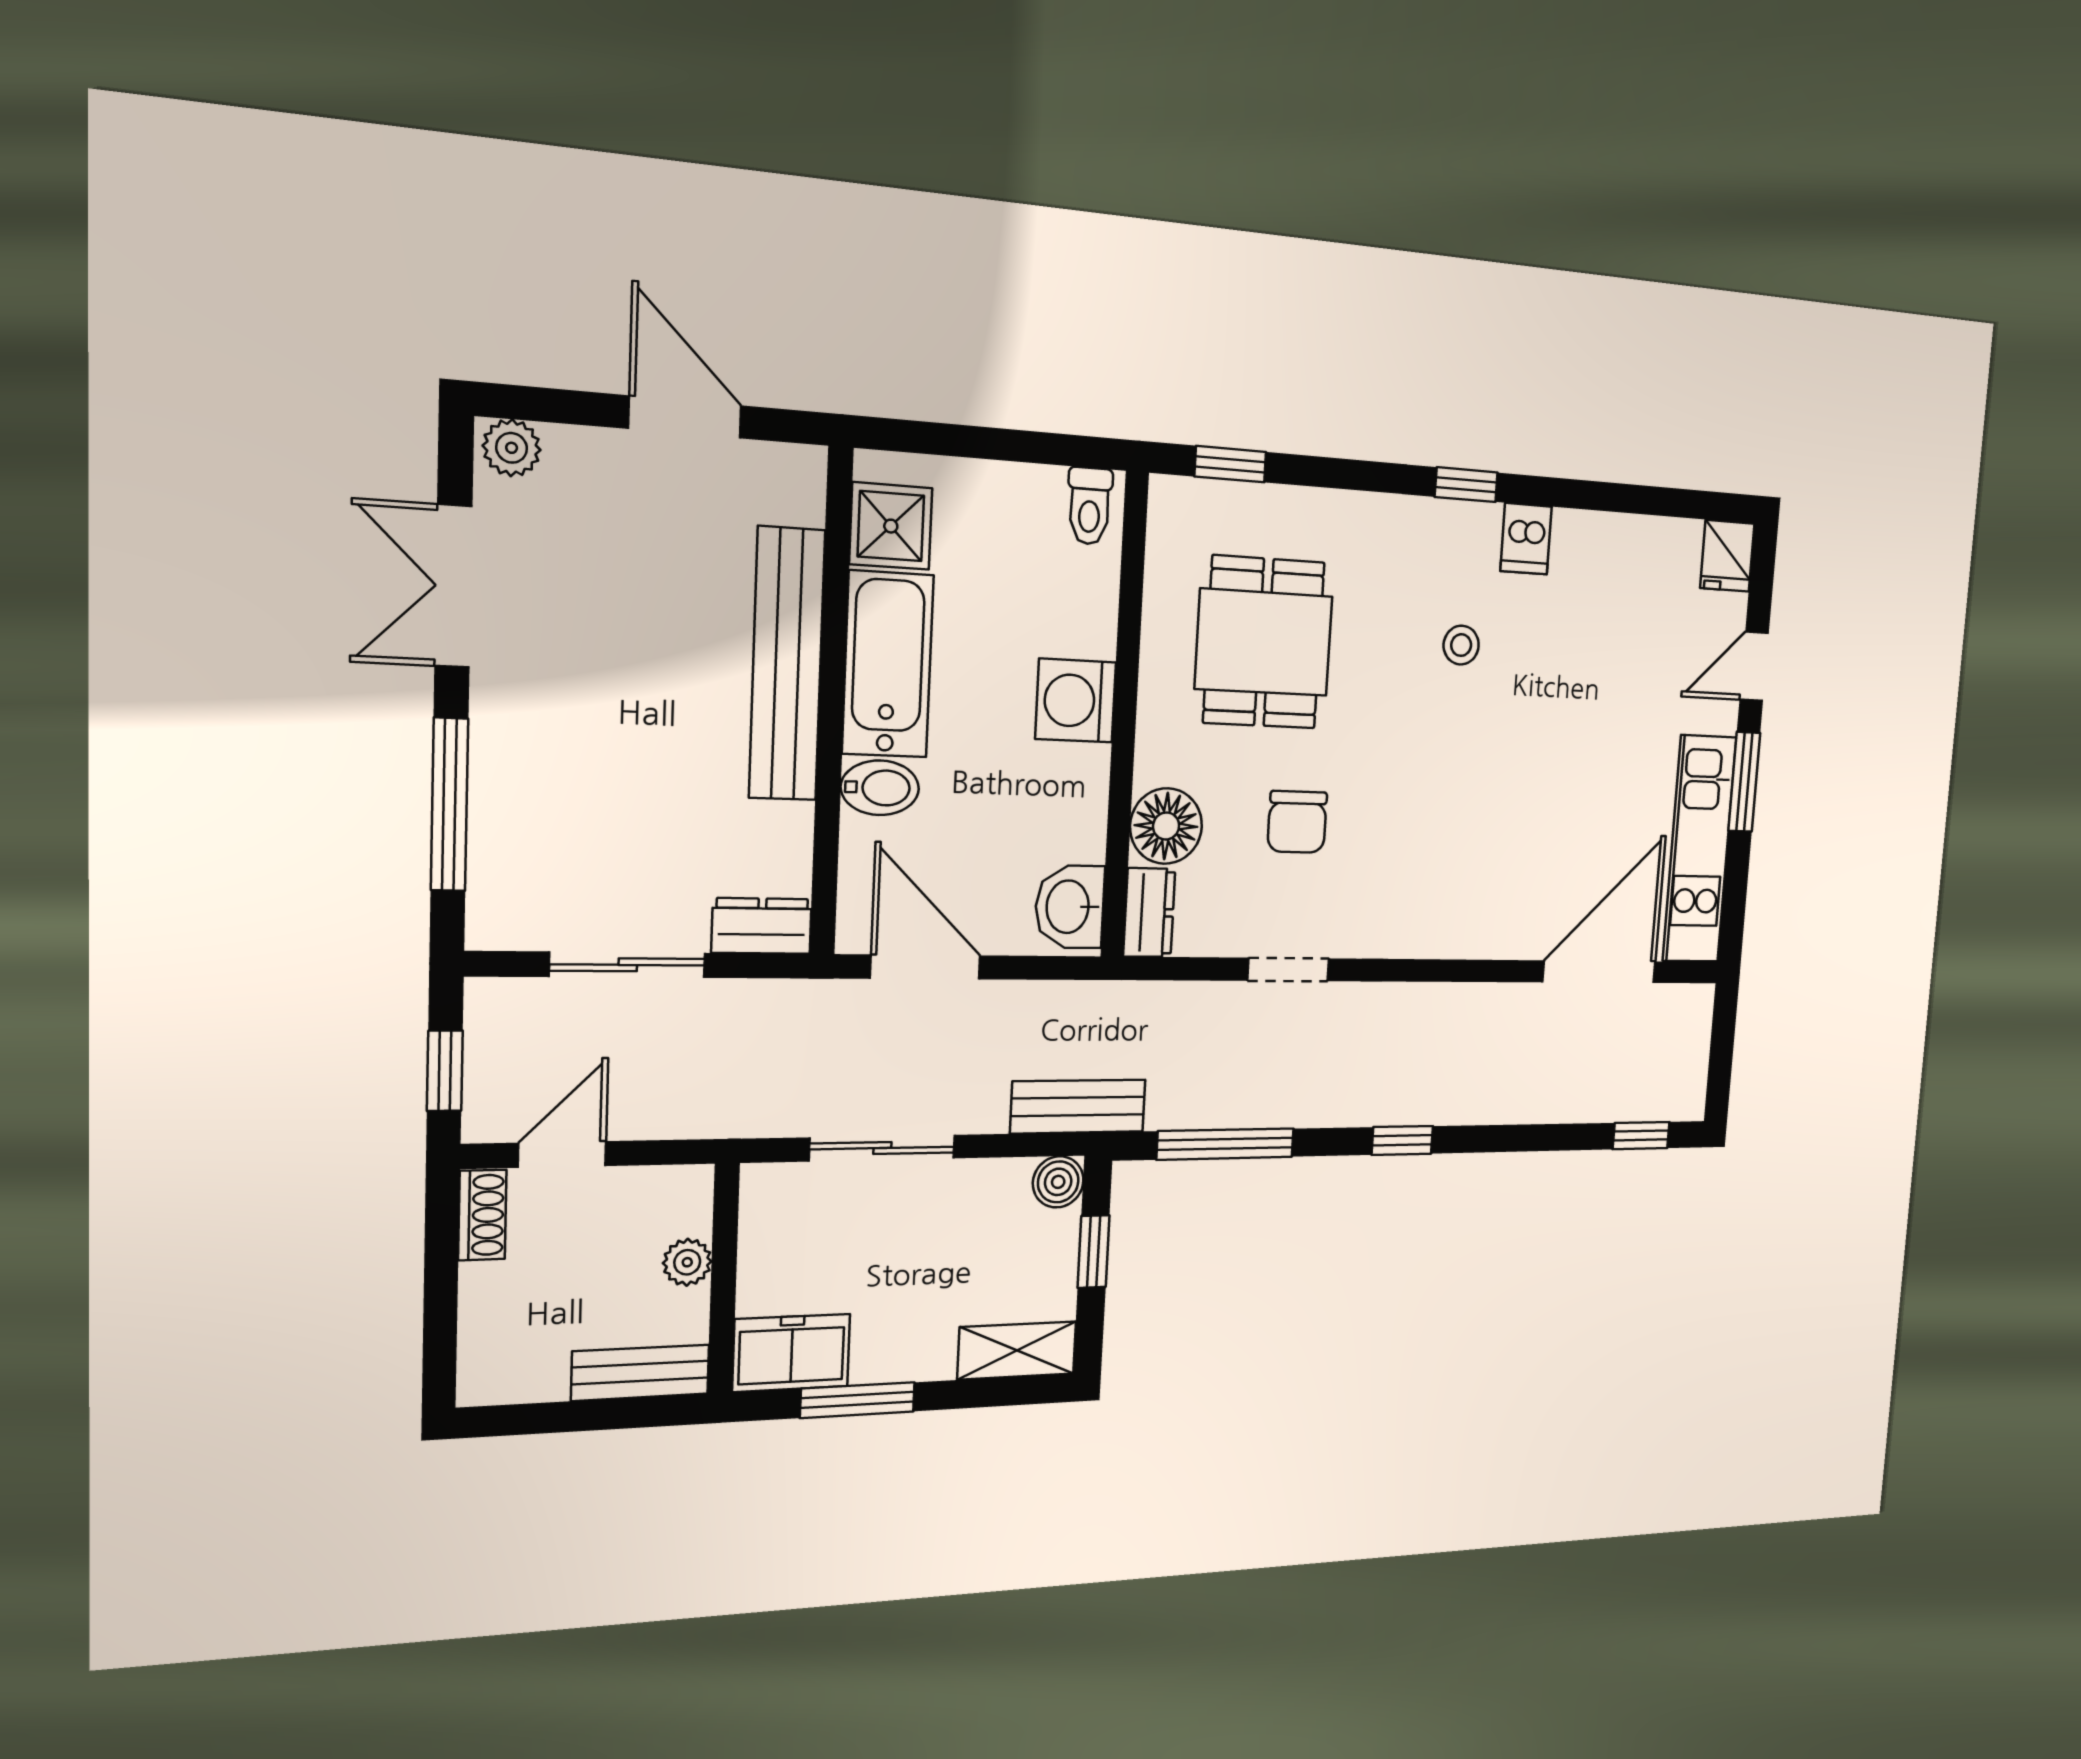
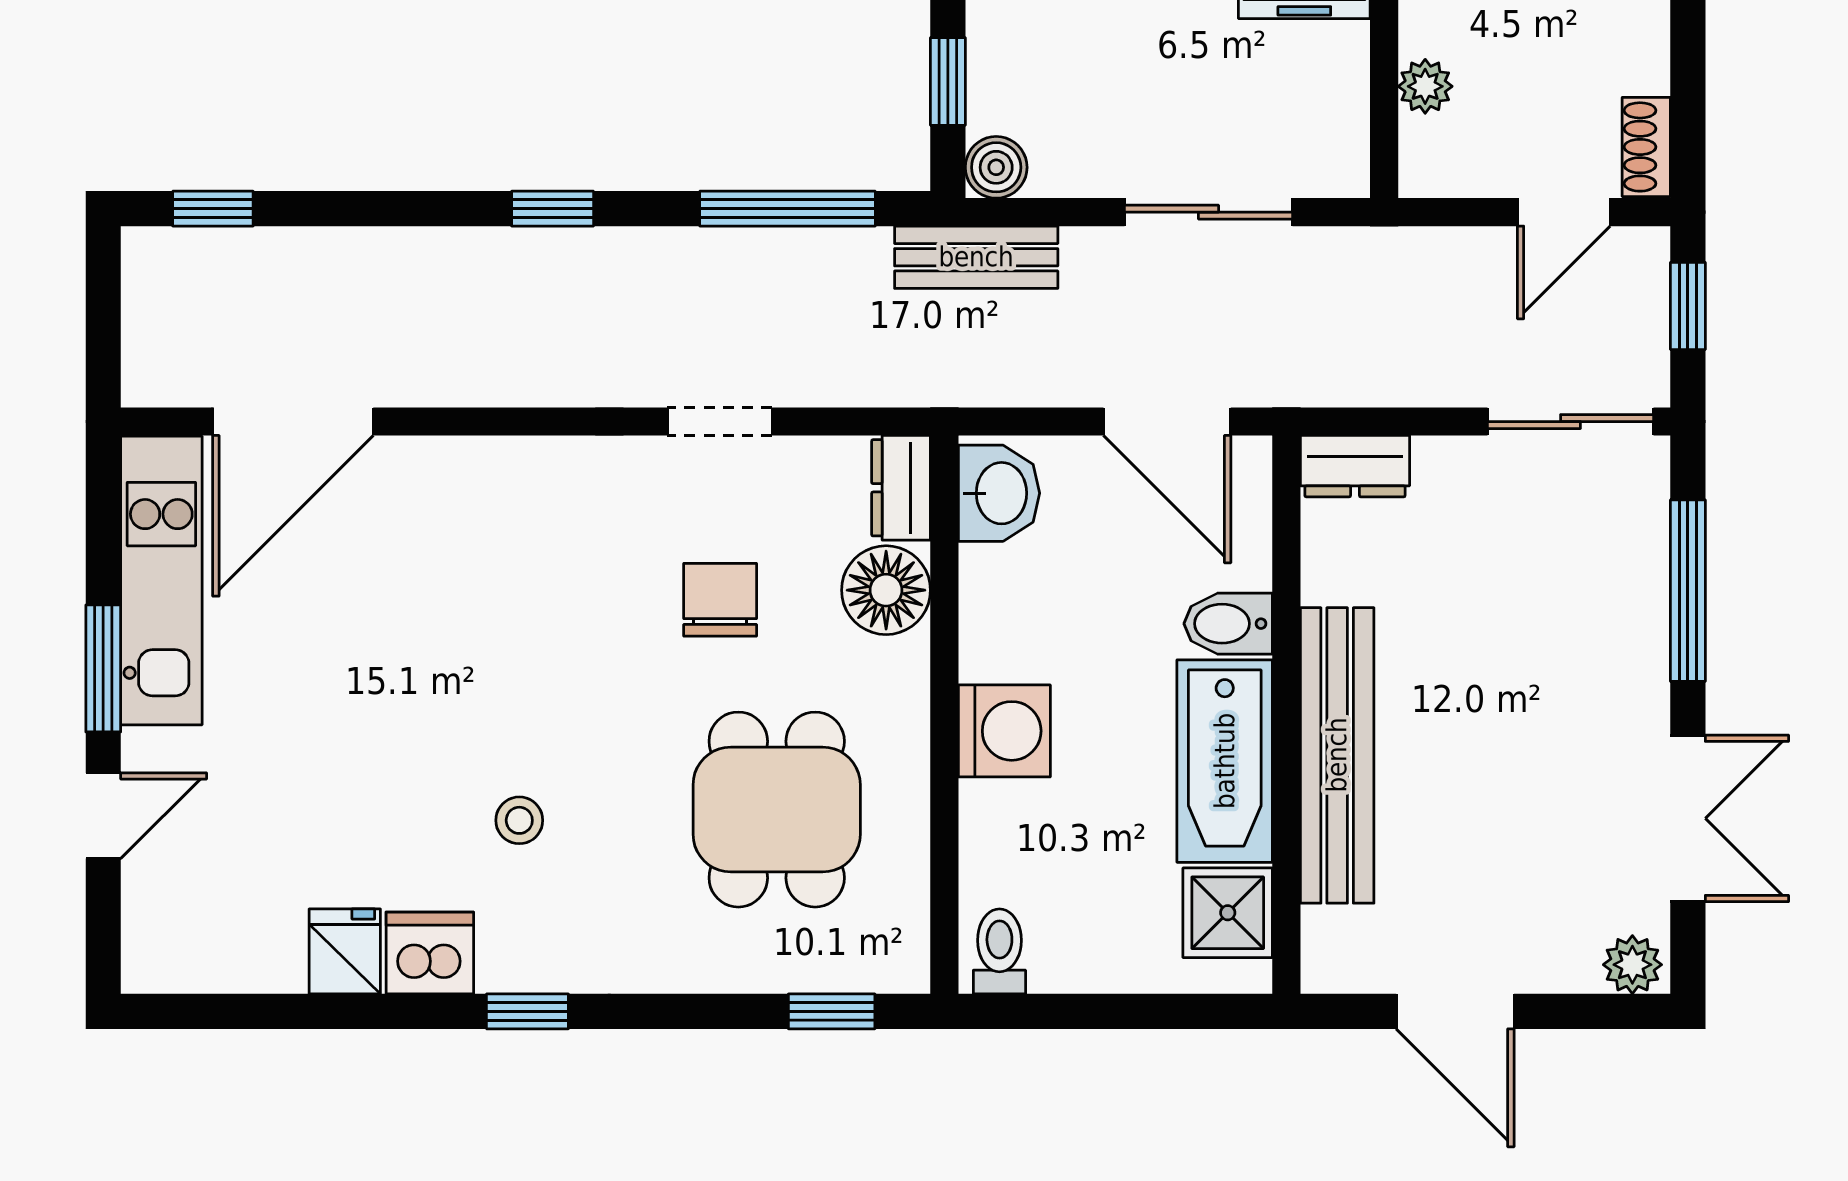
dishwasher: (1526, 539) -> (430, 953), width x1.38
fridge: (1727, 556) -> (345, 951), moved
sliding door: (628, 965) -> (1571, 422), moved

